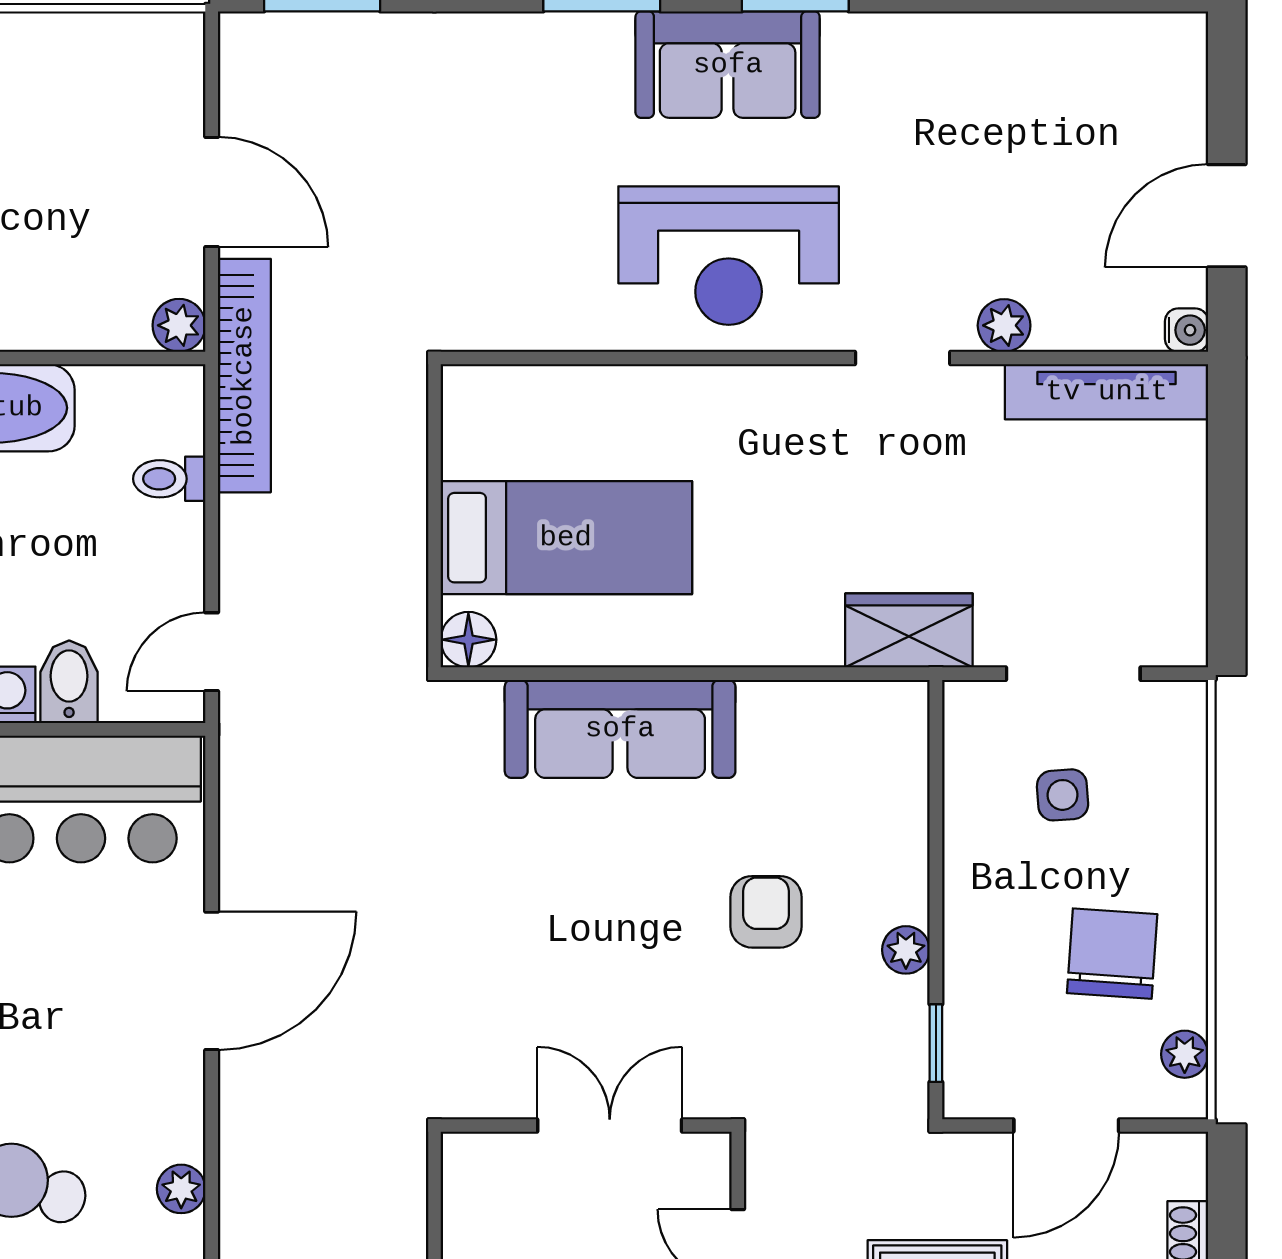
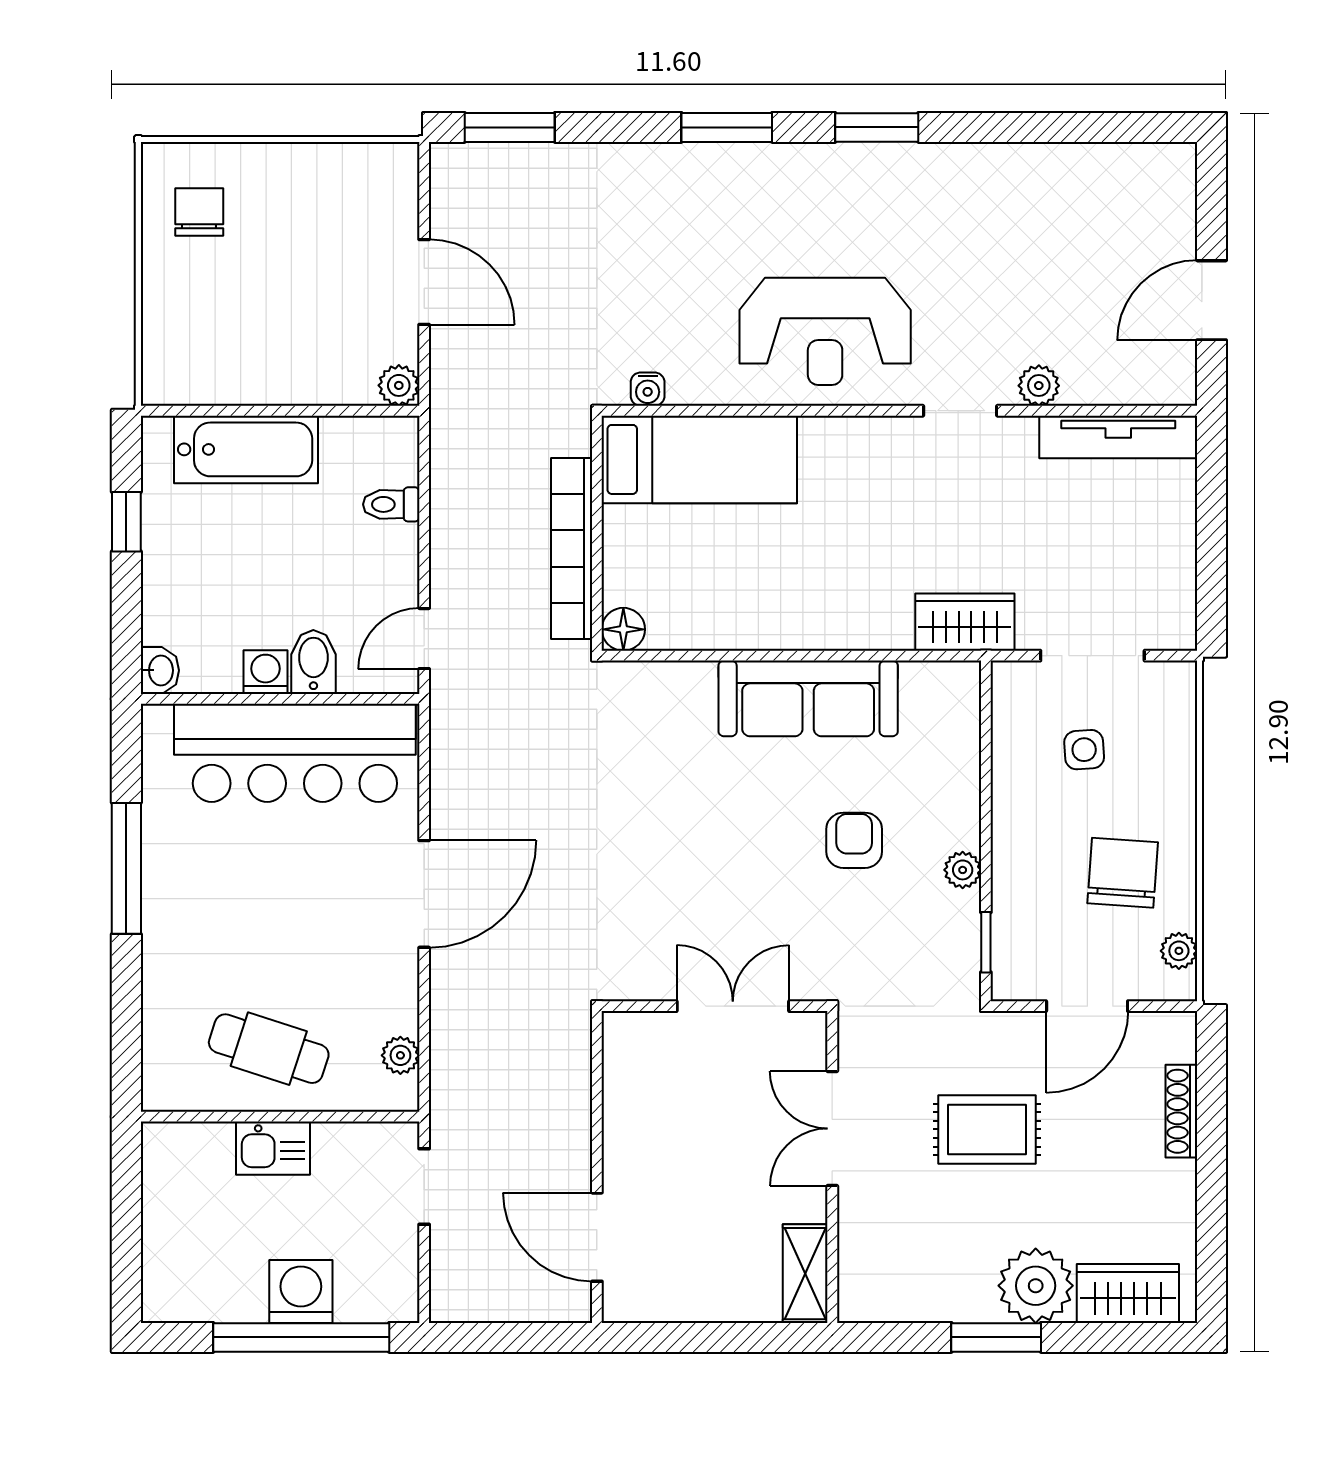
sofa: (728, 65) -> (824, 183), removed
water cooler: (1187, 330) -> (648, 389), moved, turned 90
bookcase: (244, 376) -> (572, 549), moved, turned 180
bed: (566, 538) -> (699, 459), moved
sofa: (620, 729) -> (808, 698), moved

